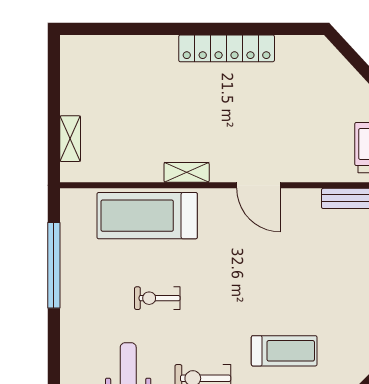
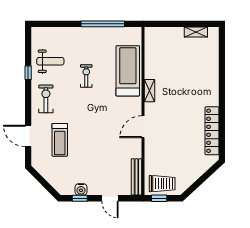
locker: (227, 48) -> (212, 131), moved
shelving: (70, 139) -> (196, 32), moved

